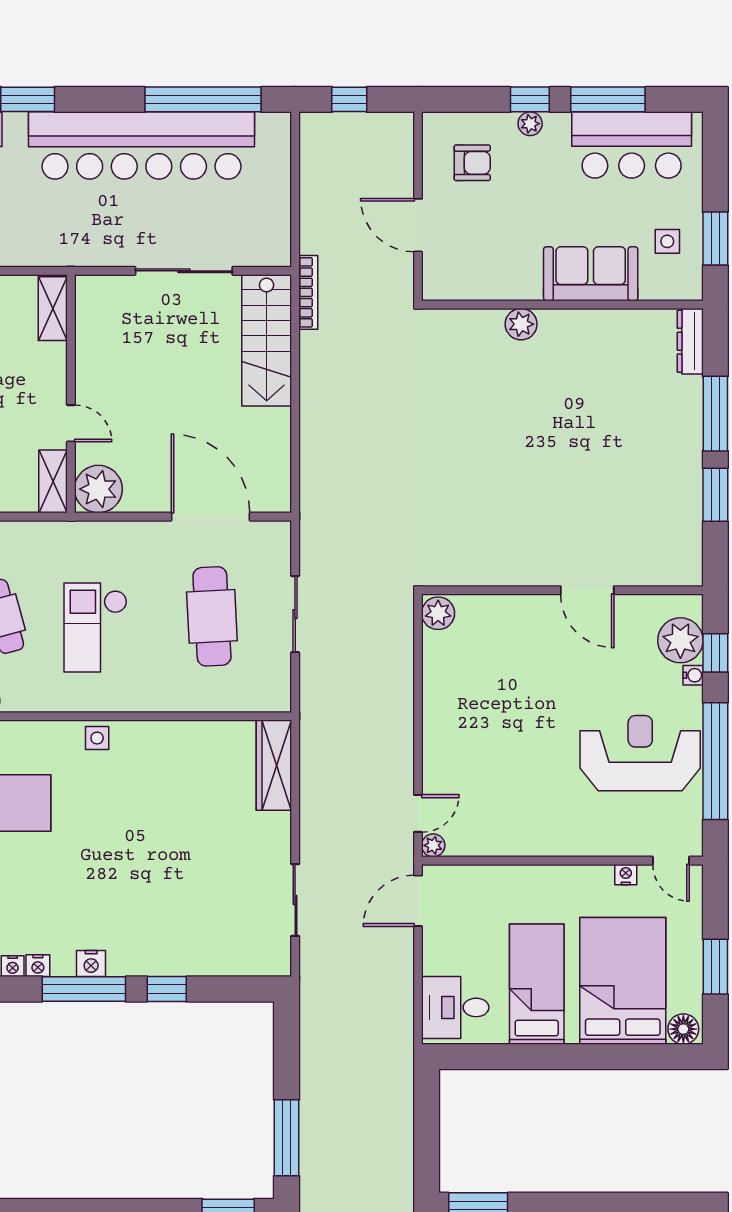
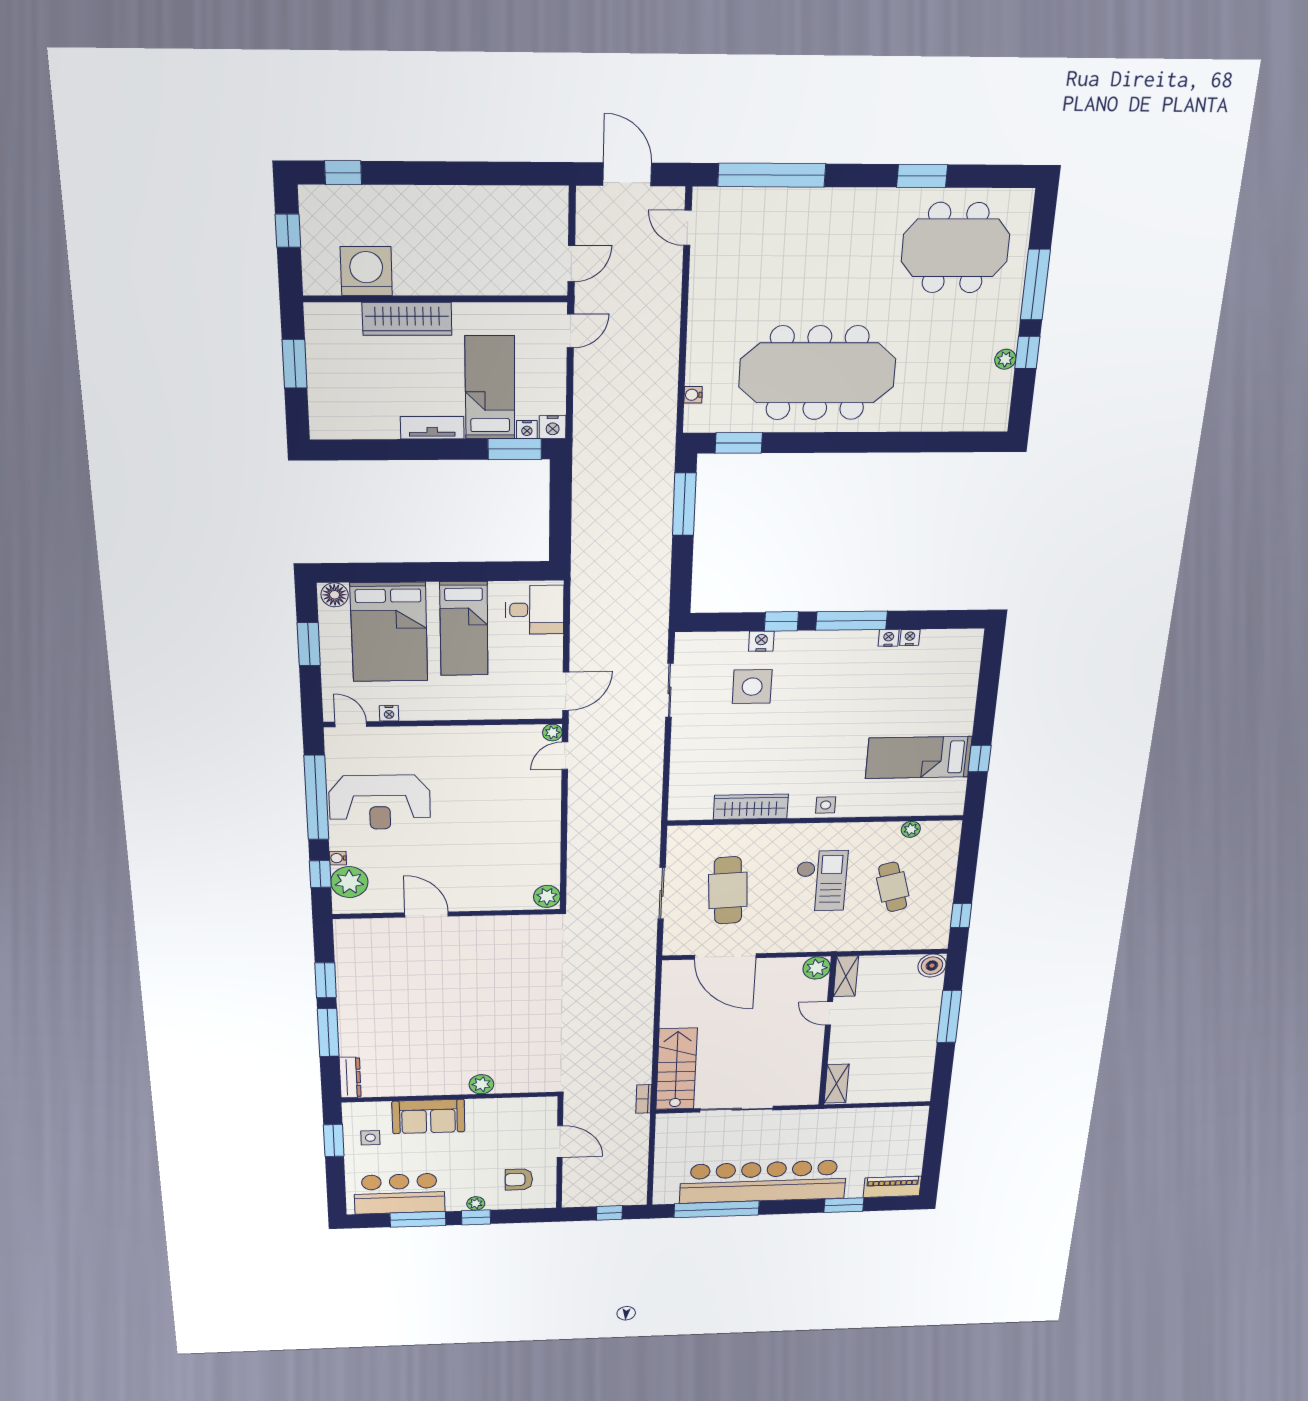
bookcase: (308, 292) -> (644, 1099), width x0.64
plant: (98, 489) -> (817, 968), width x0.73, depth x0.73
wardrobe: (274, 765) -> (751, 807), moved, turned -90
side table: (197, 903) -> (752, 687), added
nightstand: (91, 963) -> (761, 641), moved

